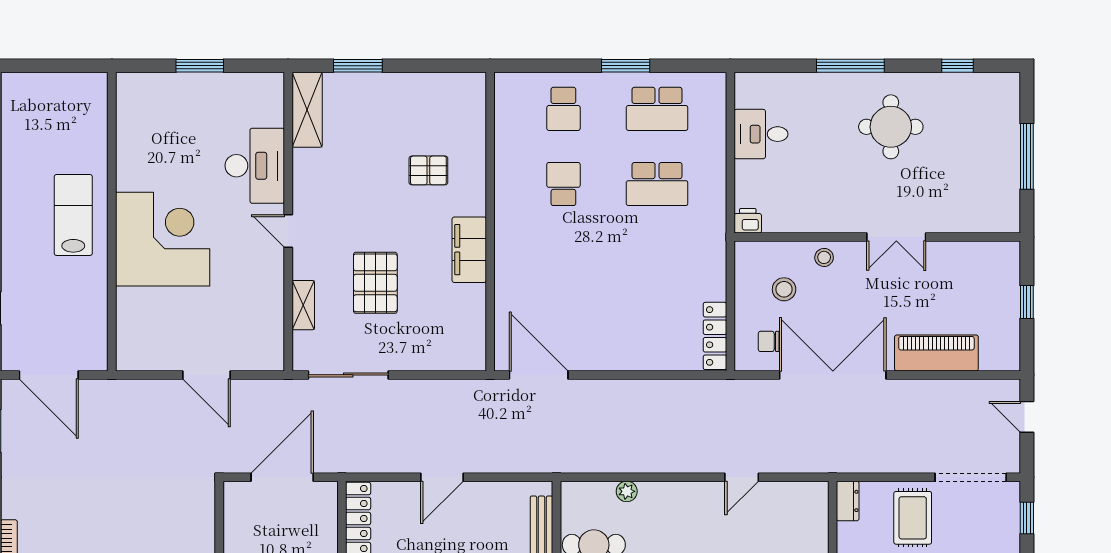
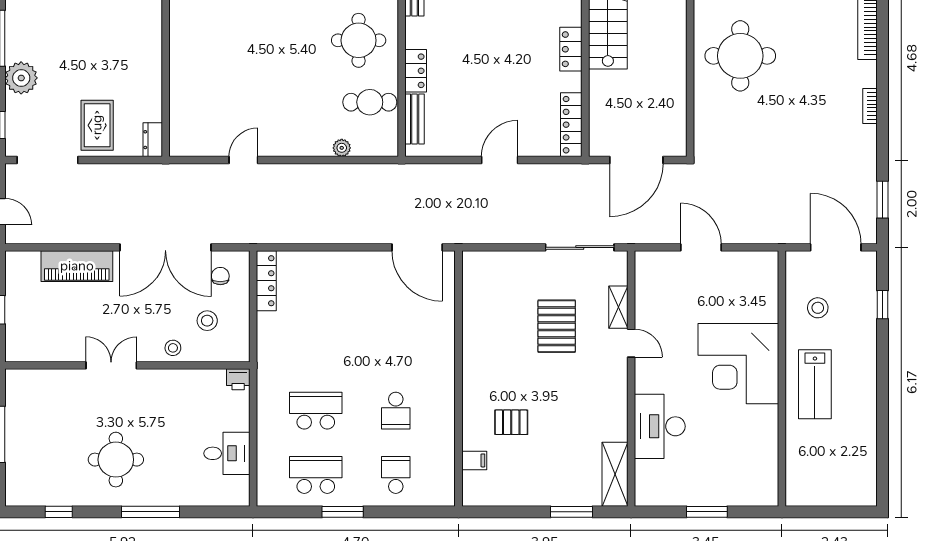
door: (288, 231) -> (631, 343), moved
filing cabinet: (469, 250) -> (474, 460), moved, width x0.33, depth x0.86
stool: (70, 304) -> (818, 308), added
chair: (769, 341) -> (220, 276), turned -90

